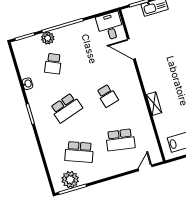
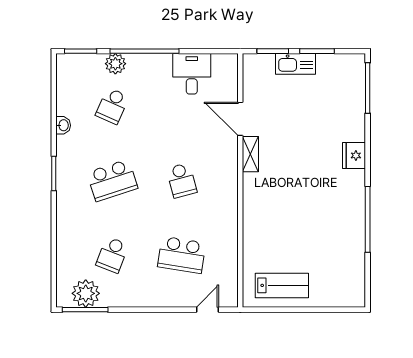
desk: (110, 26) -> (192, 74), moved
shelving: (154, 104) -> (250, 154), moved
school desk: (79, 152) -> (112, 255), width x0.54

